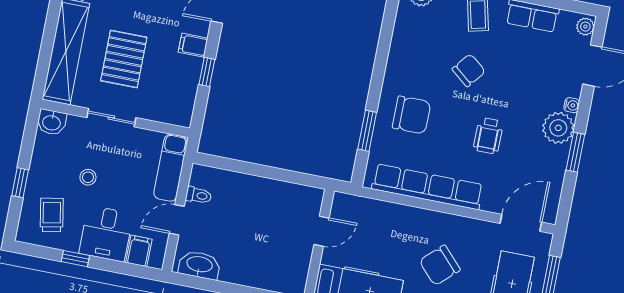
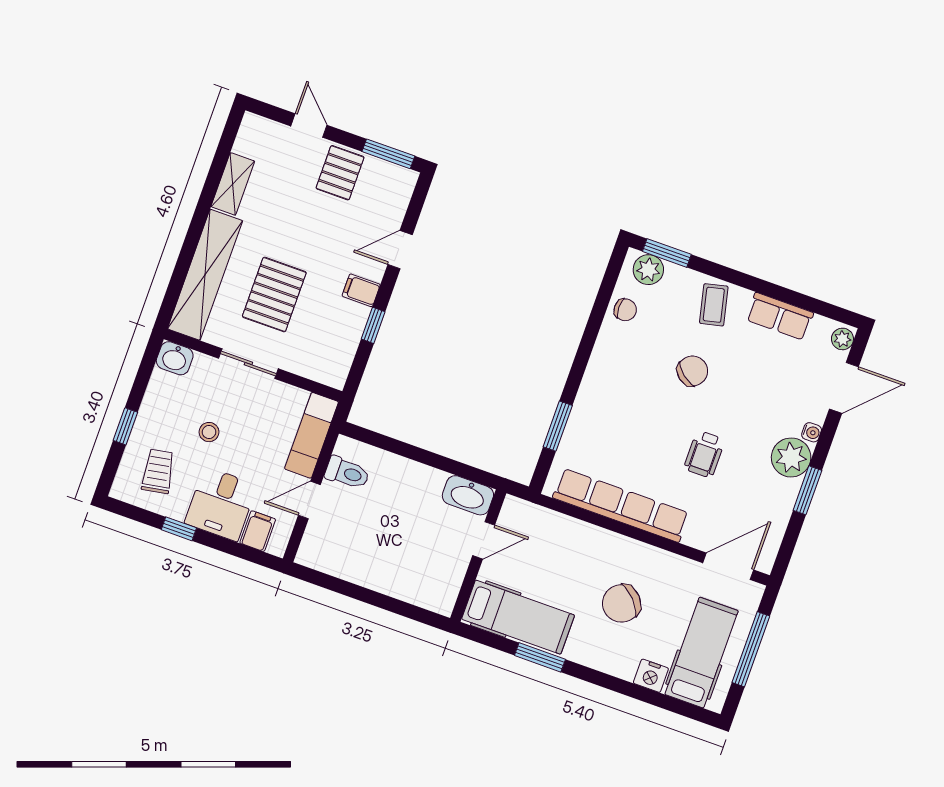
chair: (412, 115) -> (625, 310), moved, width x0.54, depth x0.54
toilet: (199, 195) -> (347, 473), width x1.37, depth x1.39
washbasin: (199, 265) -> (468, 495), moved, turned 180

